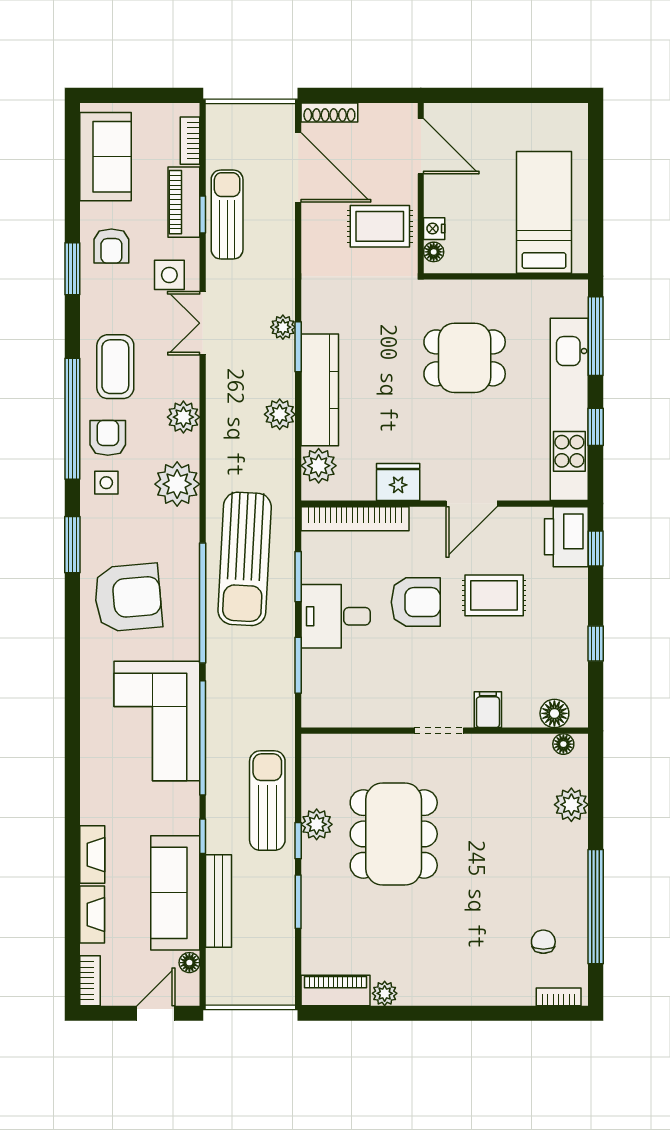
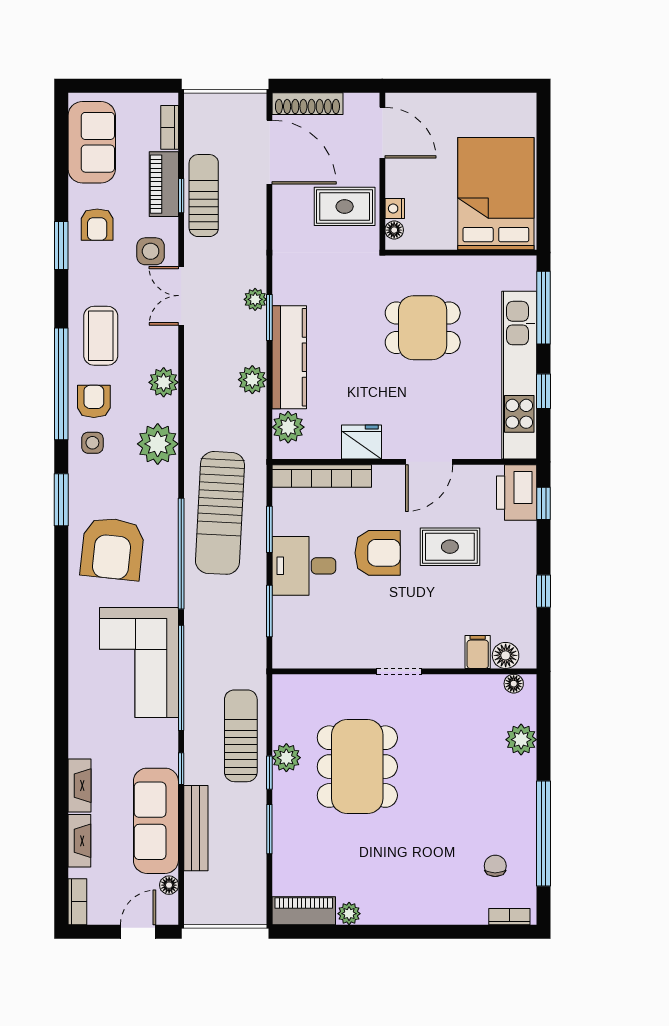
shoe rack: (329, 113) -> (307, 104), width x1.36, depth x1.24
bed: (544, 212) -> (496, 194), width x1.50
armchair: (128, 598) -> (112, 549), turned 101
filing cabinet: (488, 710) -> (478, 652), moved

